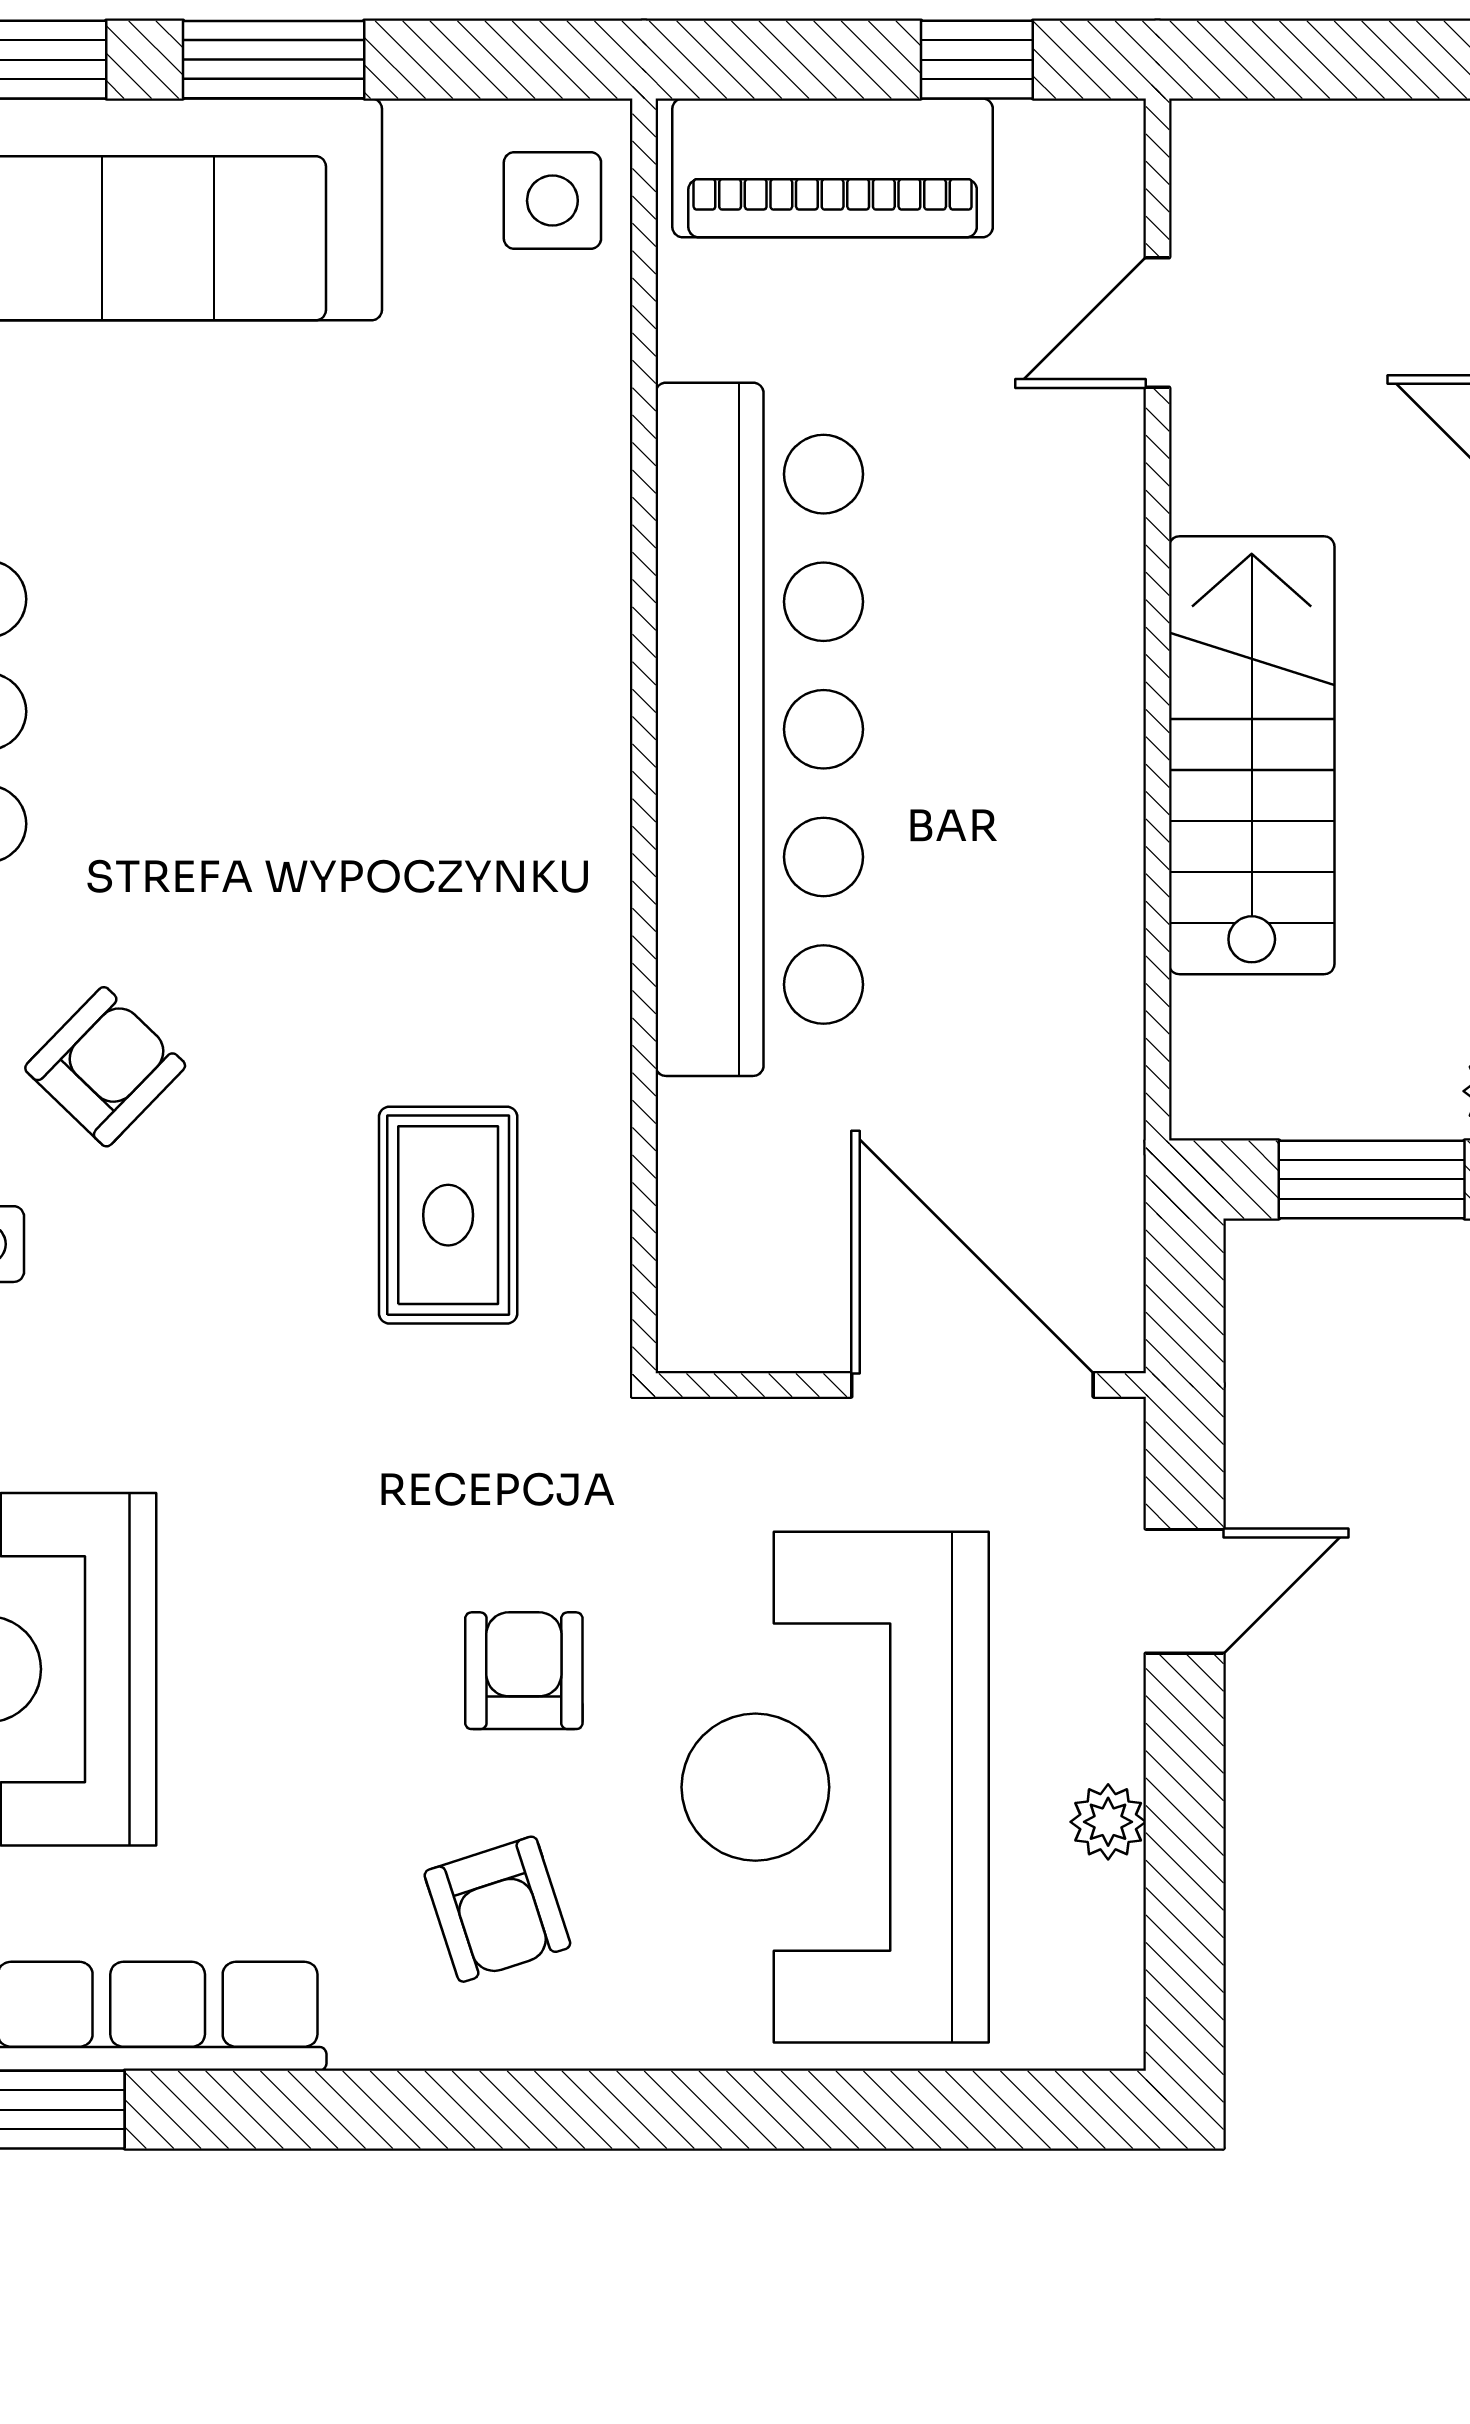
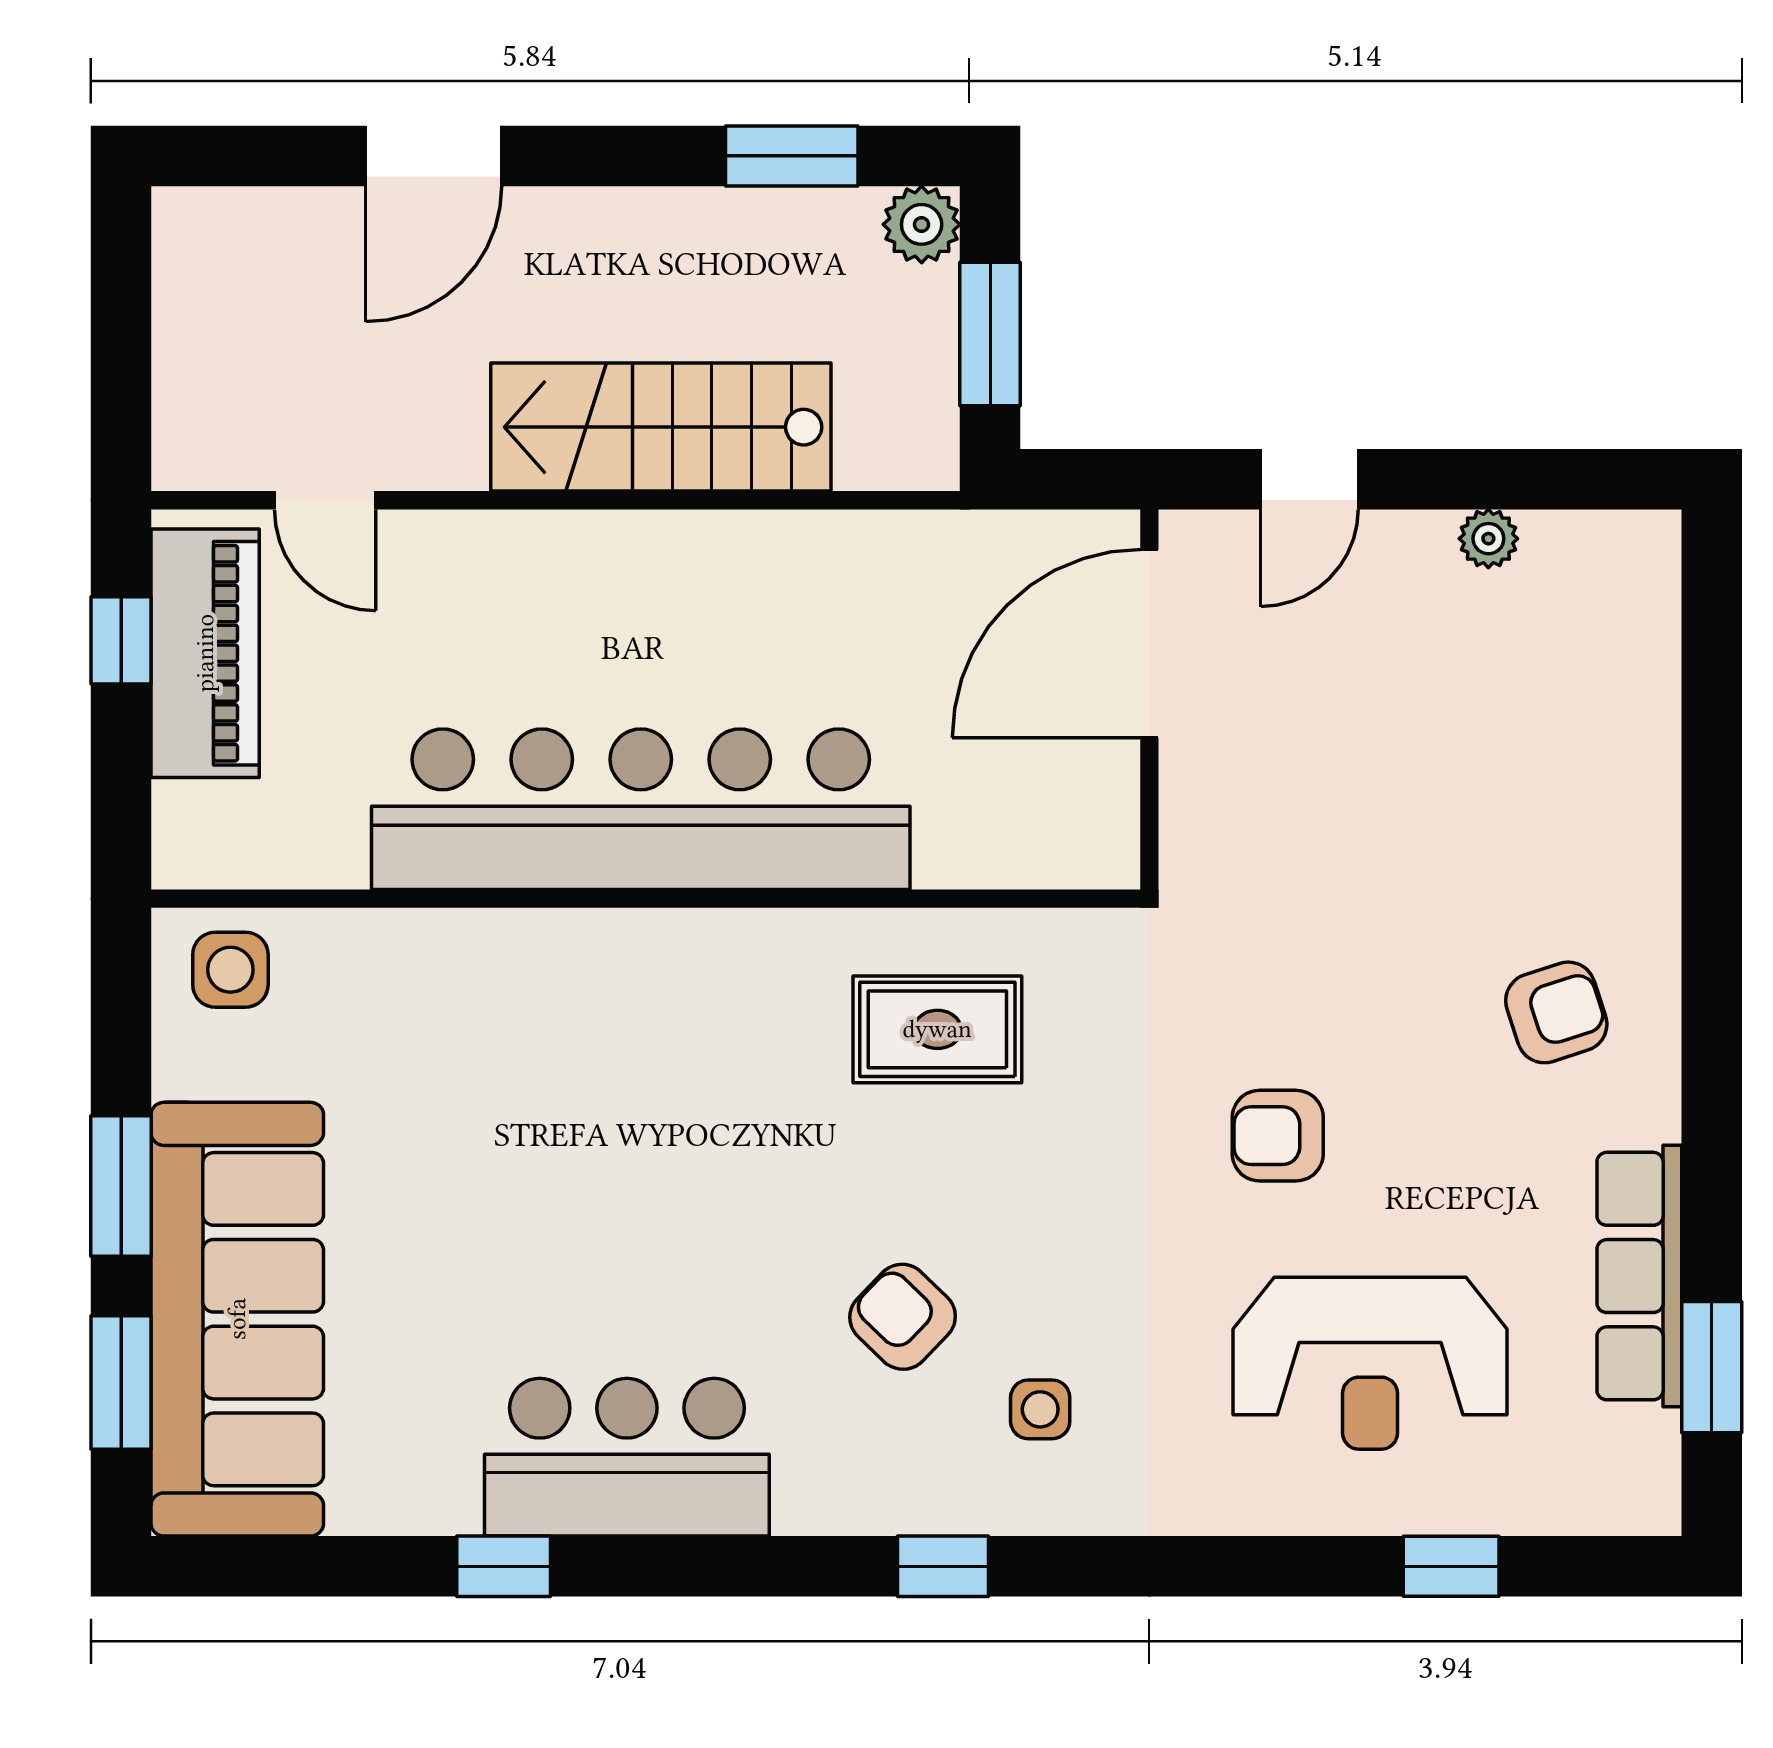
piano: (833, 168) -> (205, 653), moved
rug: (448, 1215) -> (937, 1029), moved
door: (1185, 1591) -> (1310, 479), swing flipped
armchair: (524, 1671) -> (1278, 1136), moved
reception desk: (835, 1787) -> (1462, 750), removed

